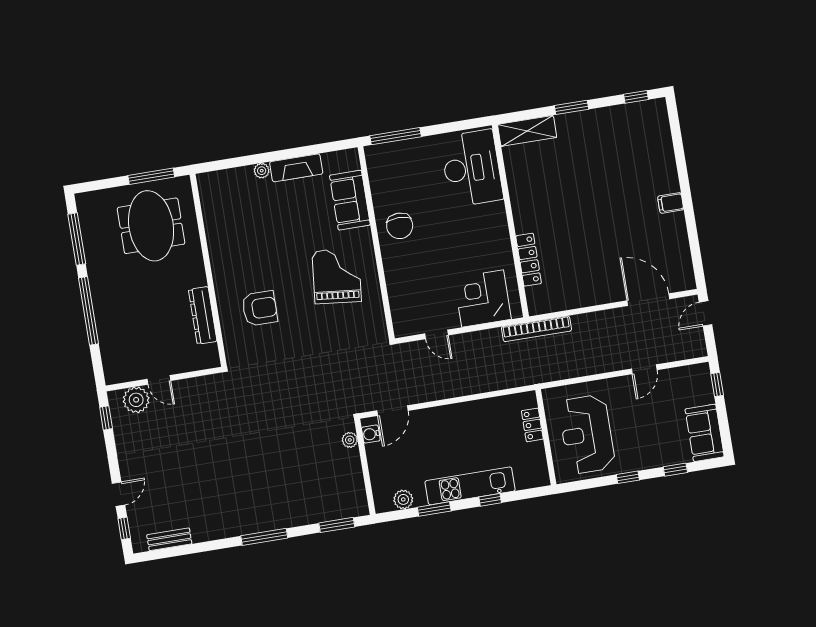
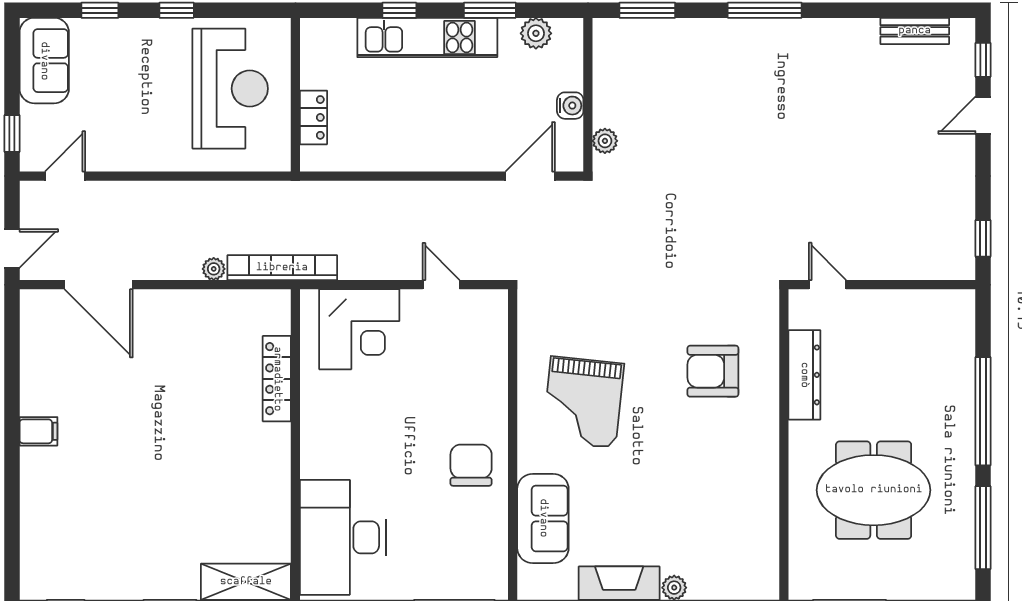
meeting table: (151, 226) -> (874, 490), moved, turned 90
door: (644, 369) -> (65, 176), moved
door: (159, 380) -> (828, 285), moved
plant: (136, 400) -> (214, 269), moved, width x0.53, depth x0.53
water cooler: (371, 434) -> (570, 106), moved

